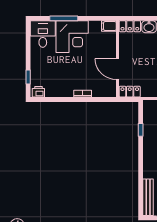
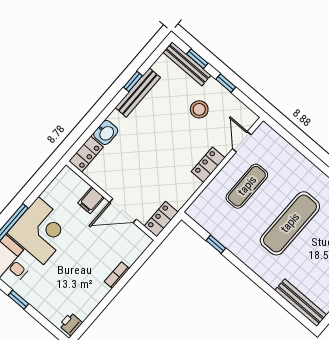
filing cabinet: (109, 26) -> (91, 200), moved
window: (28, 77) -> (18, 300), moved

